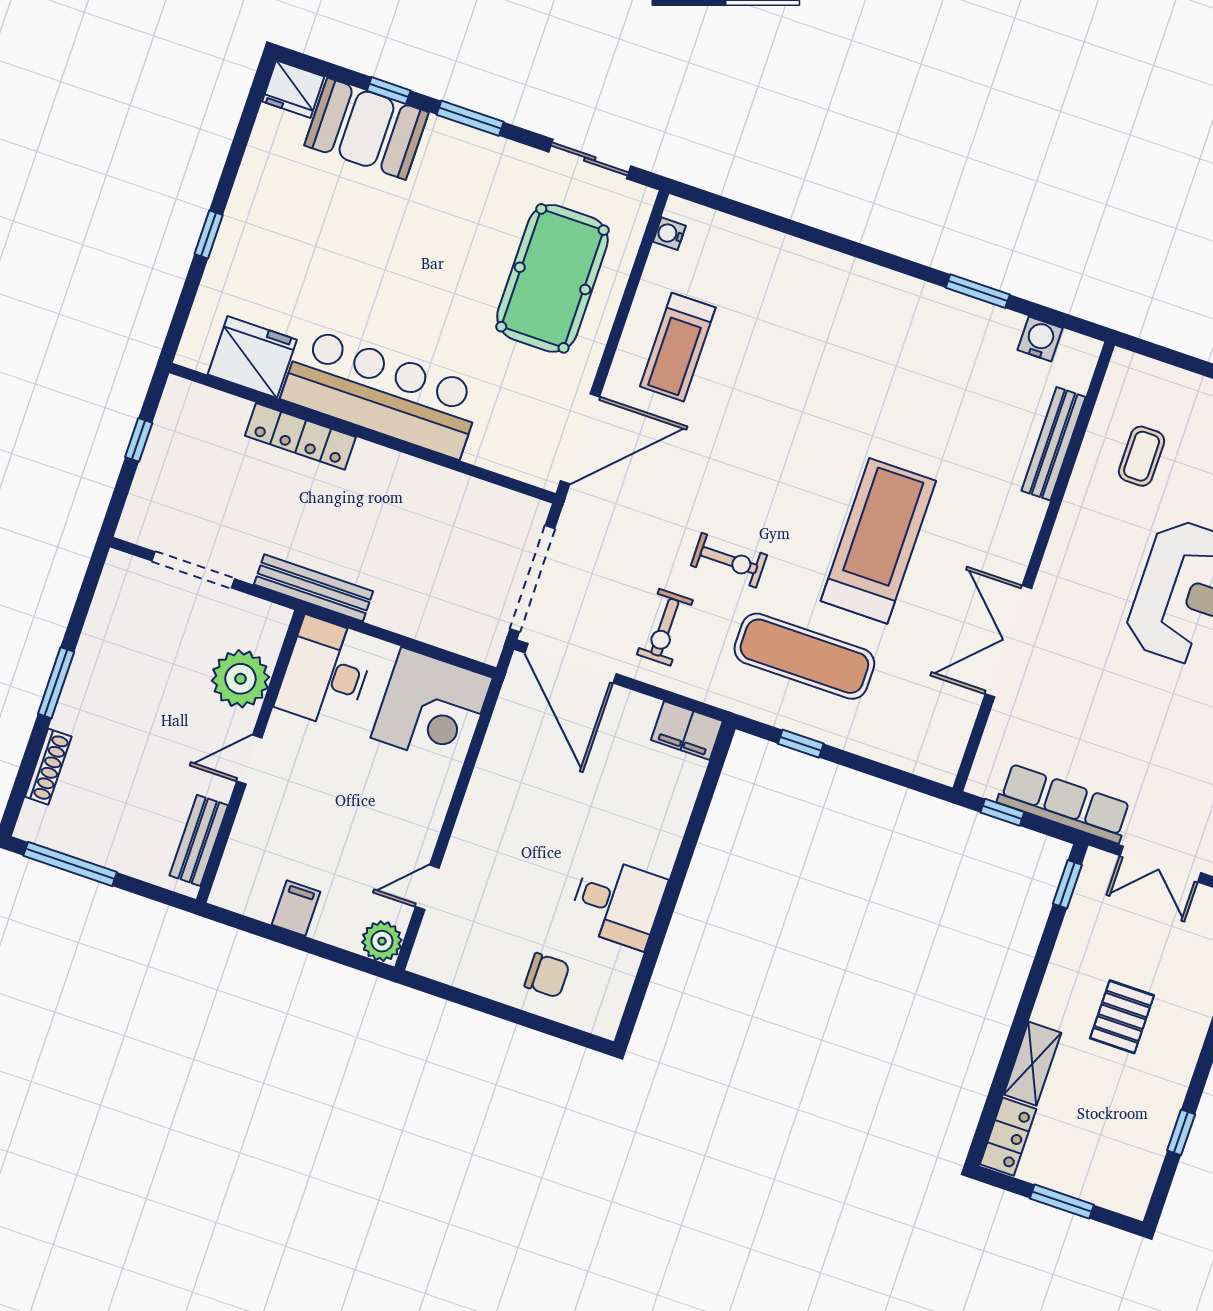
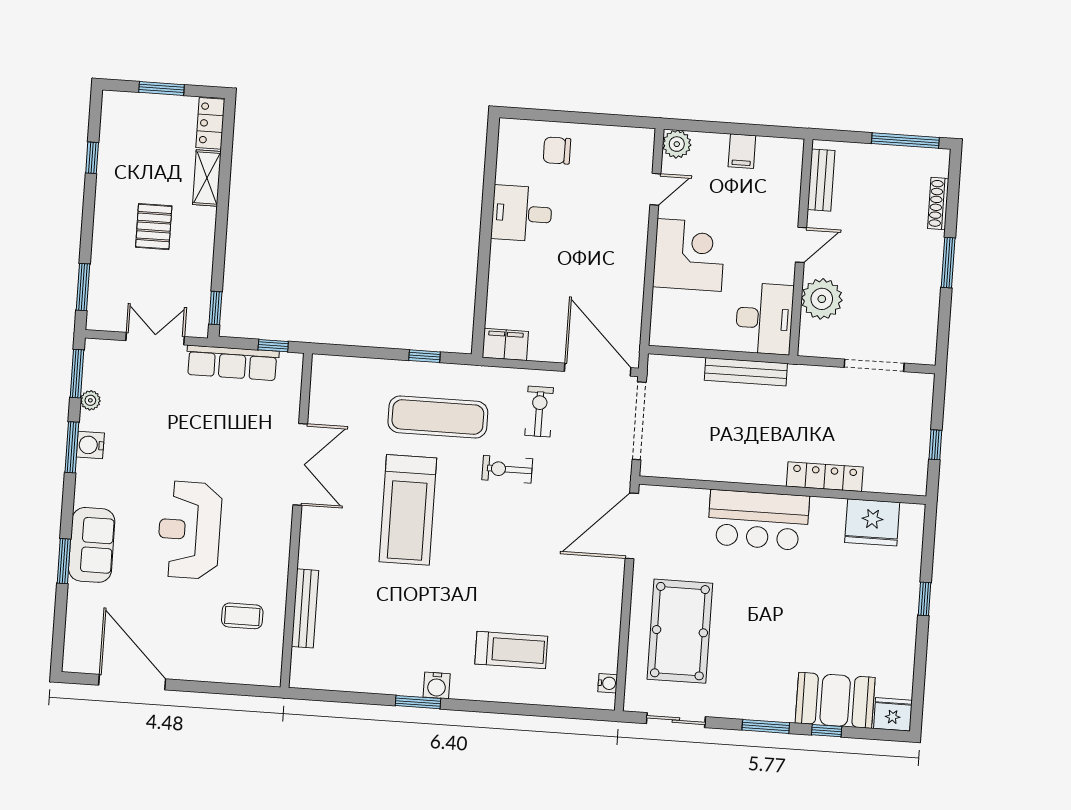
window: (978, 291) -> (418, 702), moved
water cooler: (1040, 339) -> (437, 685), moved
treadmill: (678, 347) -> (511, 650), moved, turned 90
bar counter: (382, 393) -> (758, 520), width x0.73
coffee table: (1142, 456) -> (242, 616), turned 90
bench: (314, 588) -> (746, 372), moved
corner desk: (432, 708) -> (689, 255), moved, turned 90

